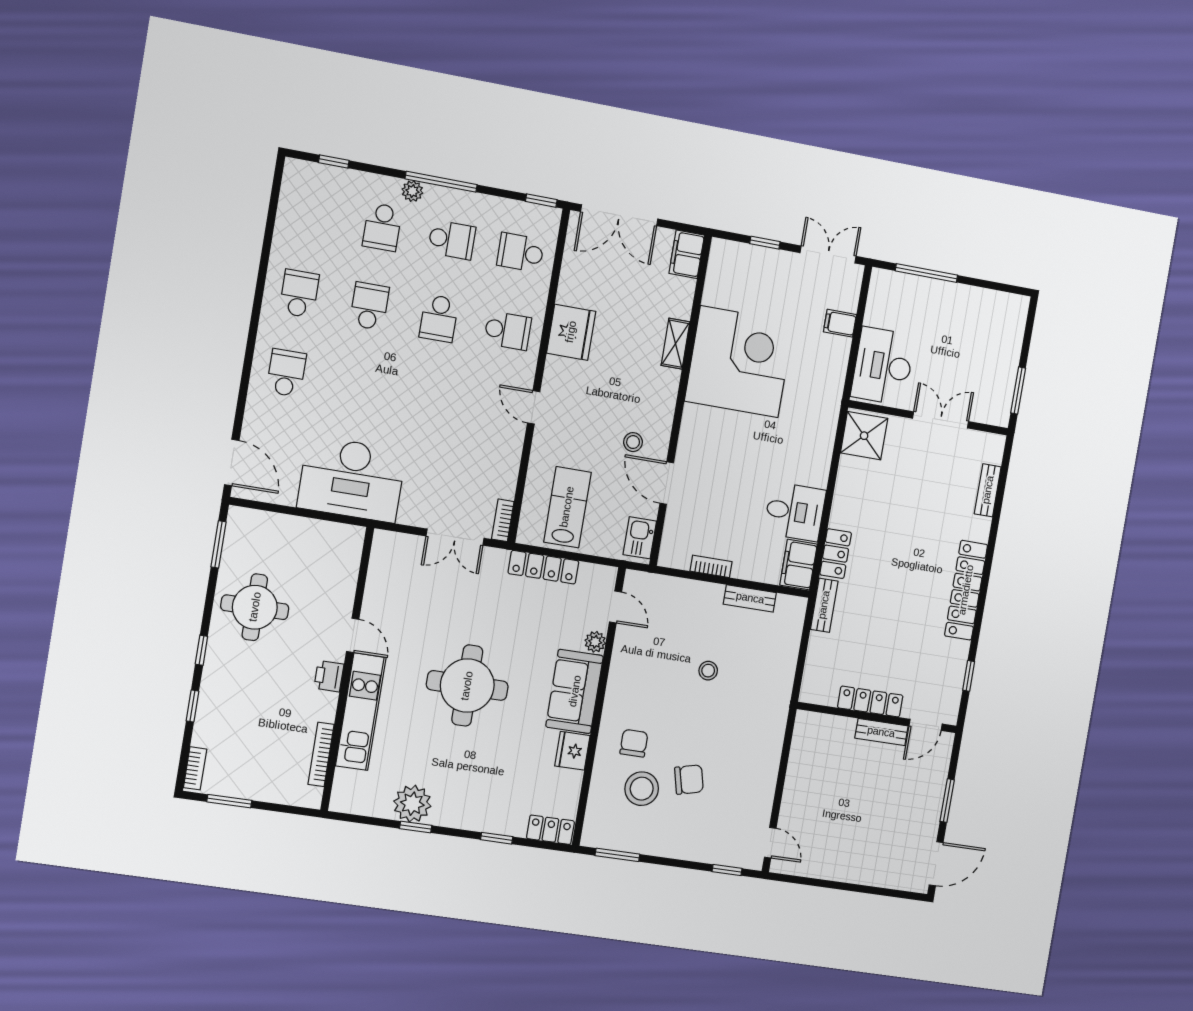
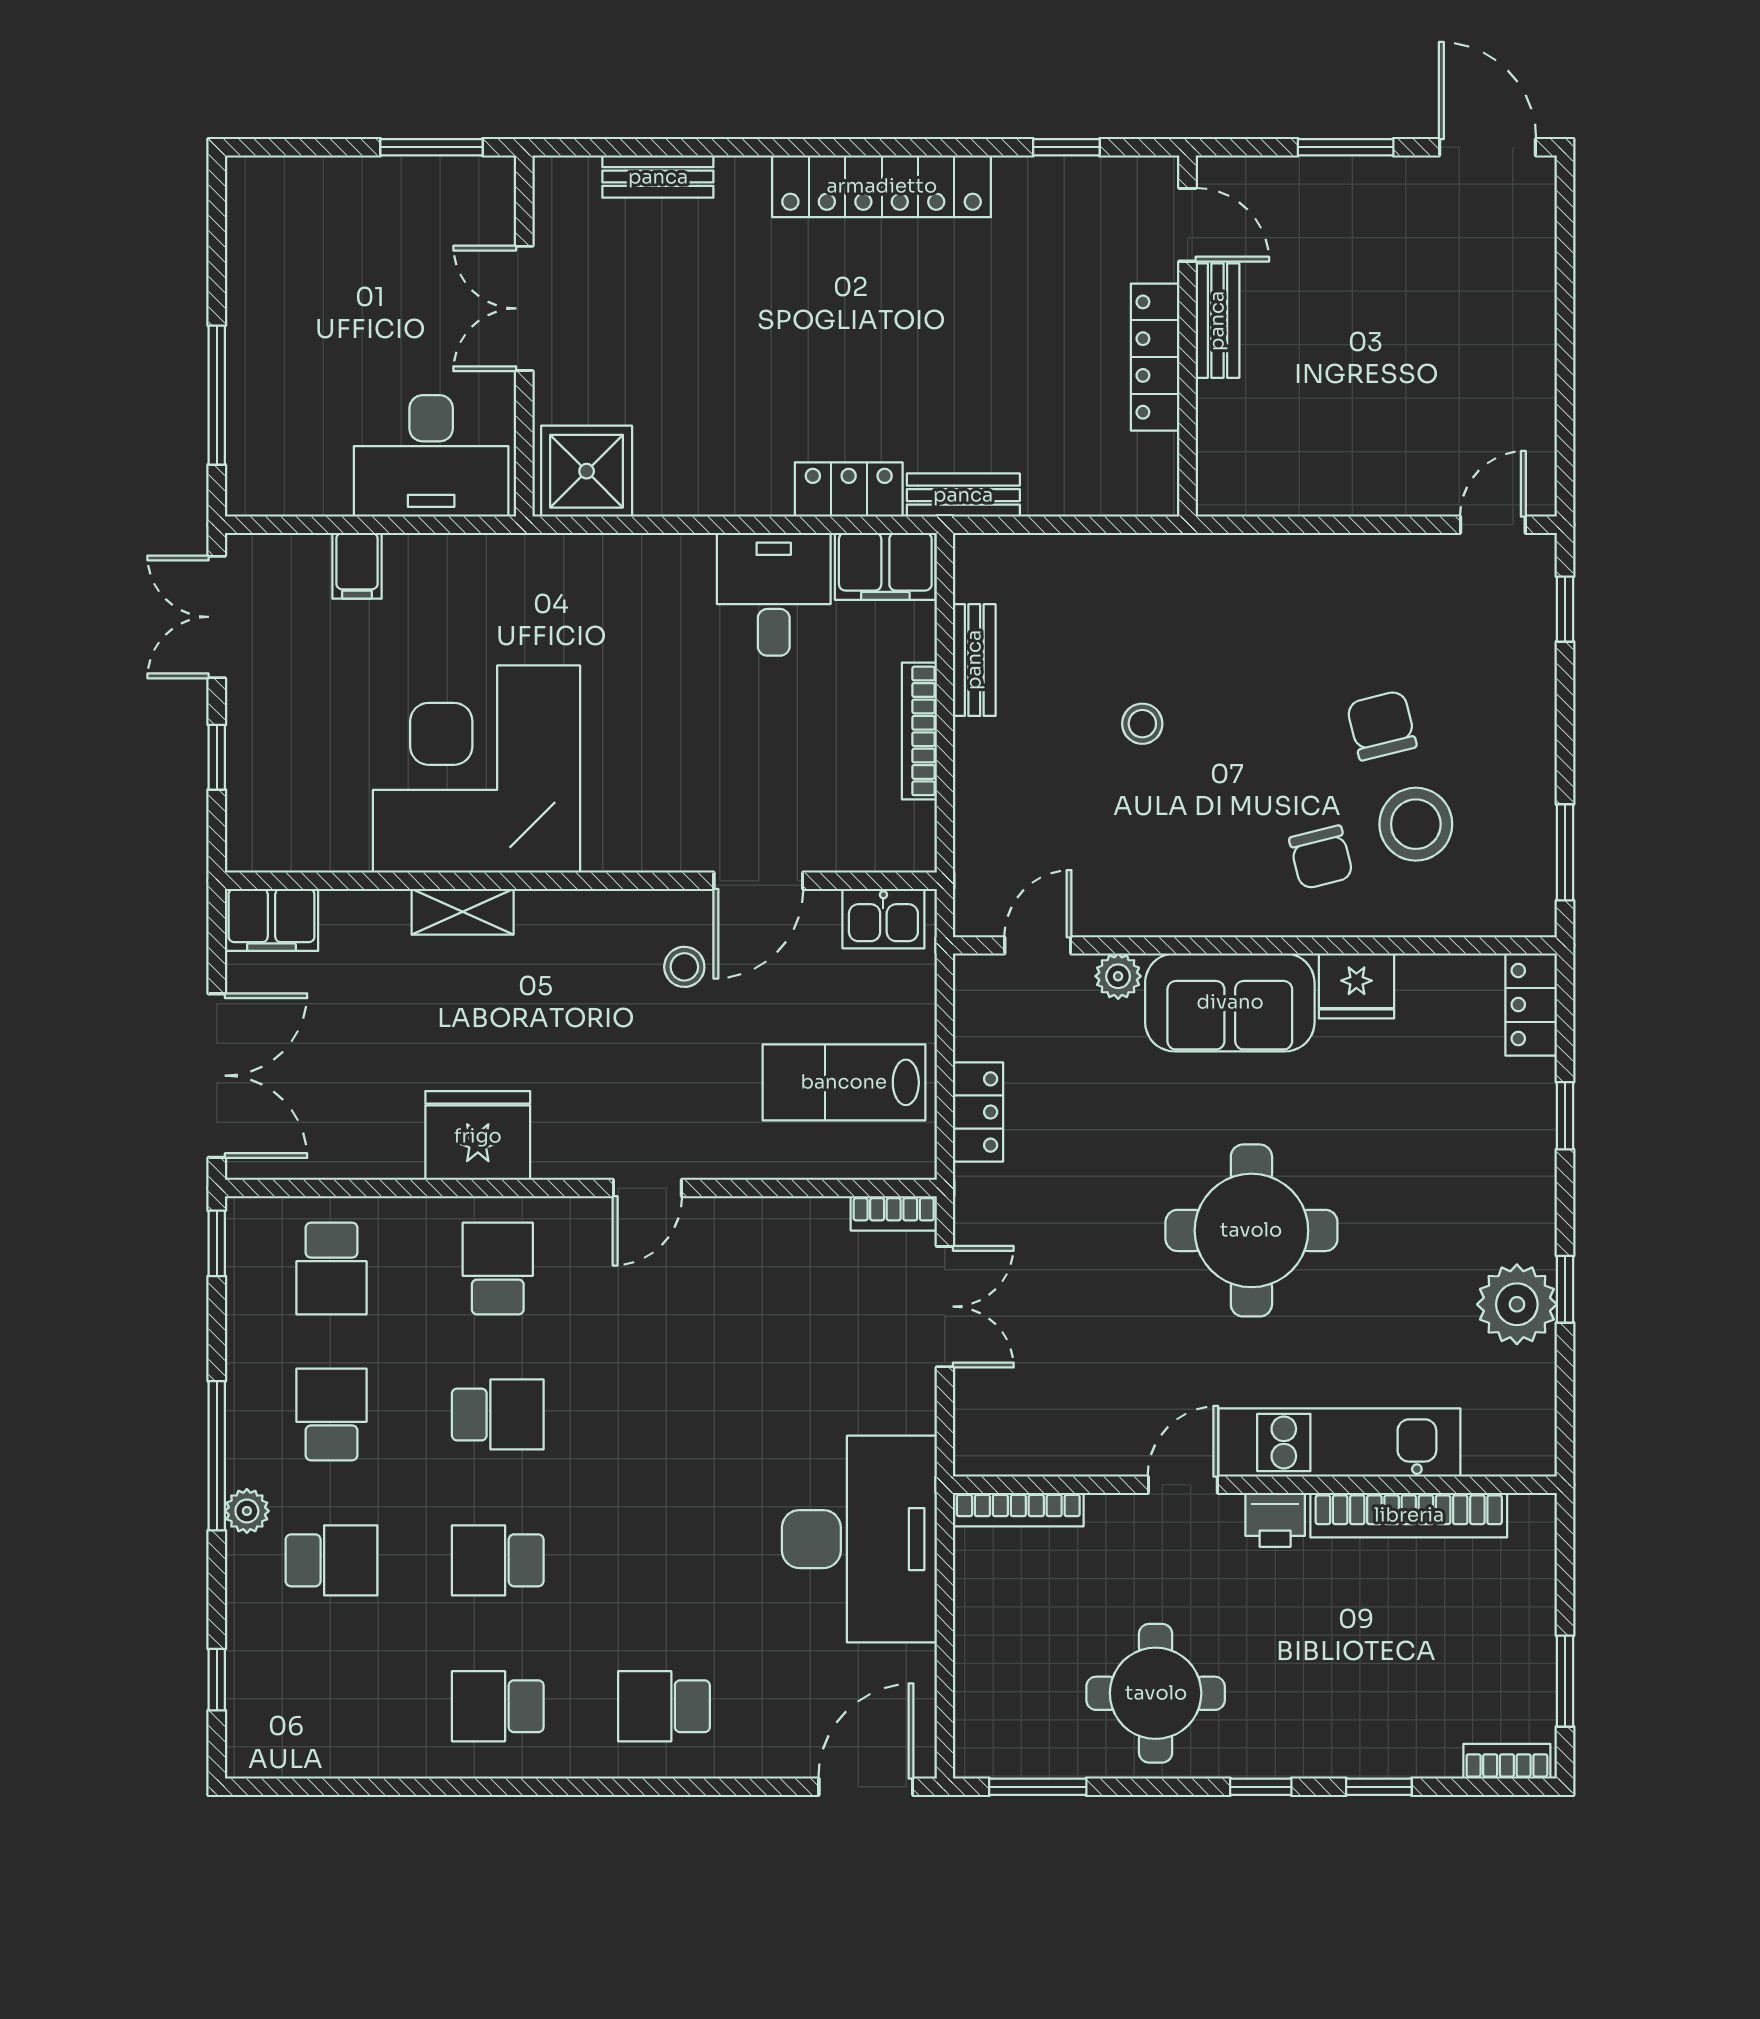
bookcase: (353, 556) -> (1018, 1510), added
bookcase: (711, 566) -> (919, 731), width x1.56
locker: (543, 567) -> (978, 1112), width x0.66
chair: (634, 743) -> (1321, 857), turned -104
bookcase: (321, 754) -> (1409, 1515), width x1.48, depth x1.31

